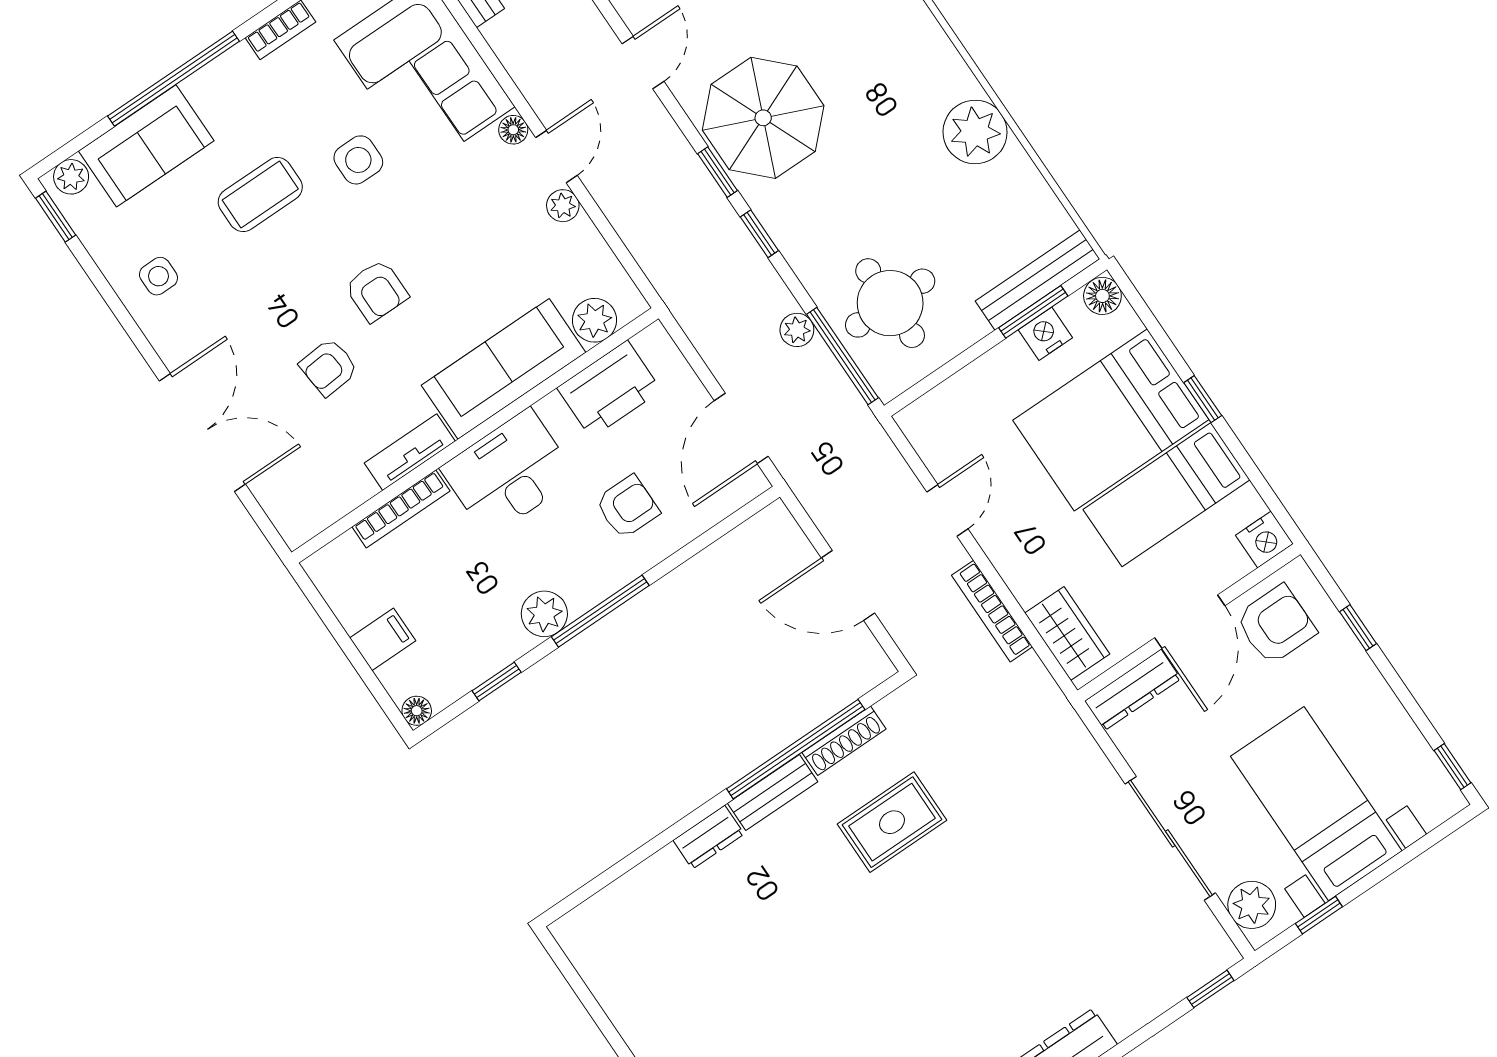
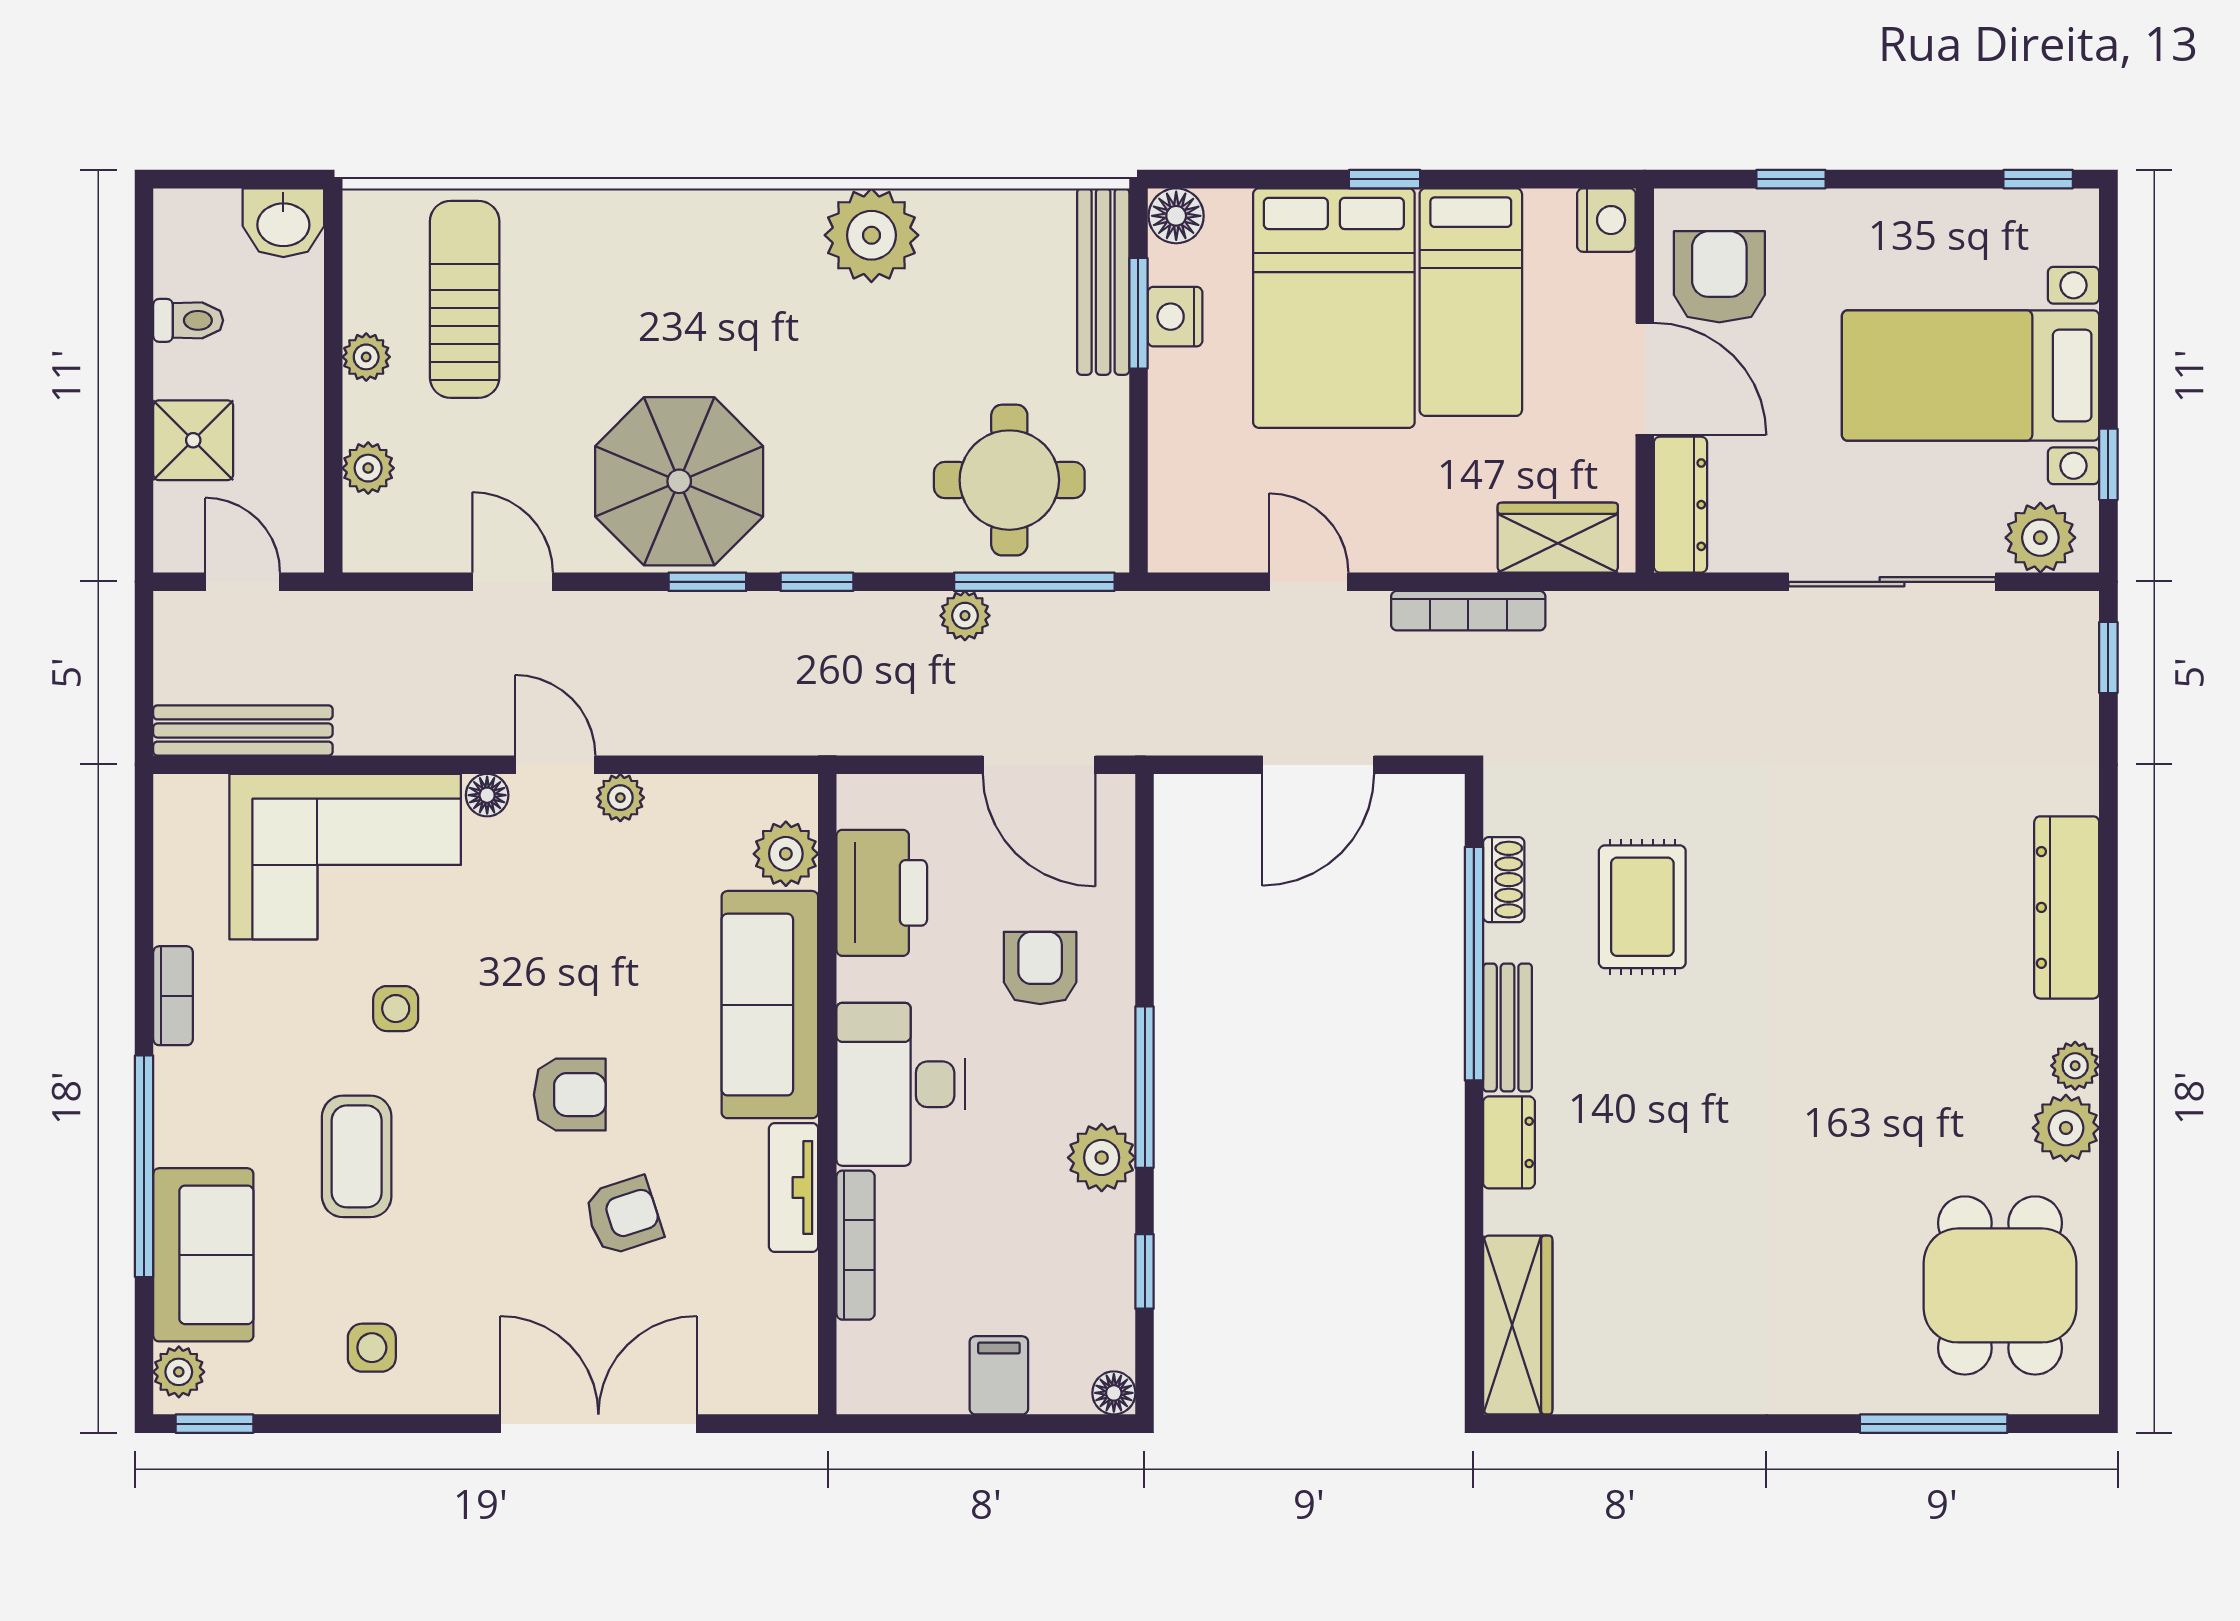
side table: (358, 160) -> (396, 1009), width x0.73, depth x0.73
armchair: (329, 367) -> (623, 1216), turned -103
shoe rack: (844, 741) -> (1504, 880), width x0.70
wardrobe: (609, 912) -> (1518, 1325), added

